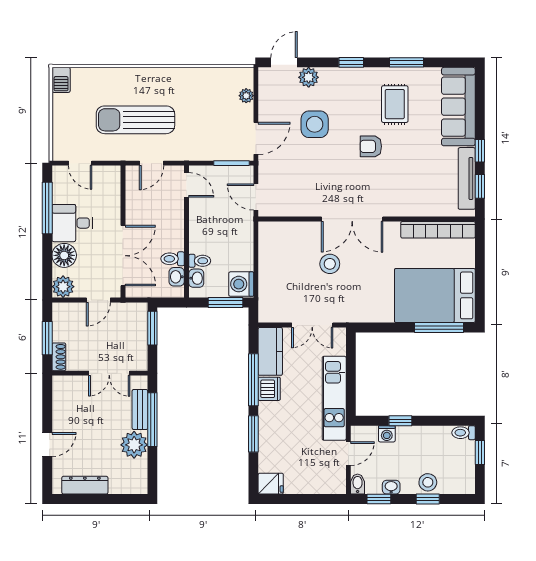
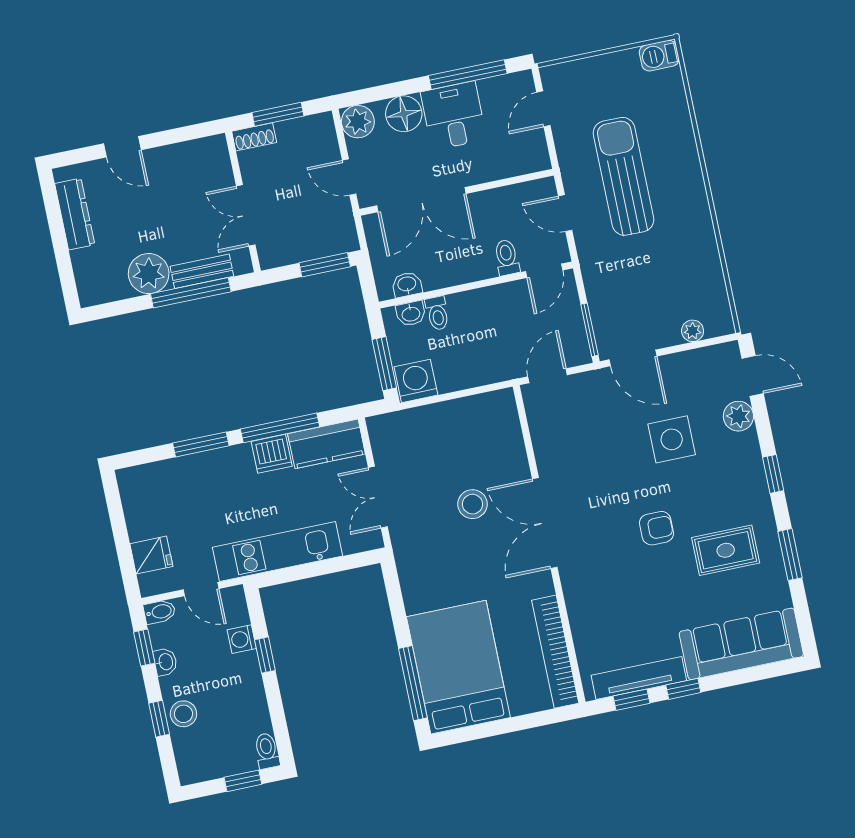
armchair: (371, 146) -> (657, 528), turned 90
toilet: (173, 259) -> (507, 257), moved
fridge: (271, 484) -> (151, 555), moved, turned -90

